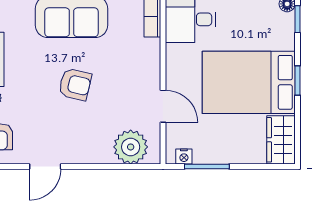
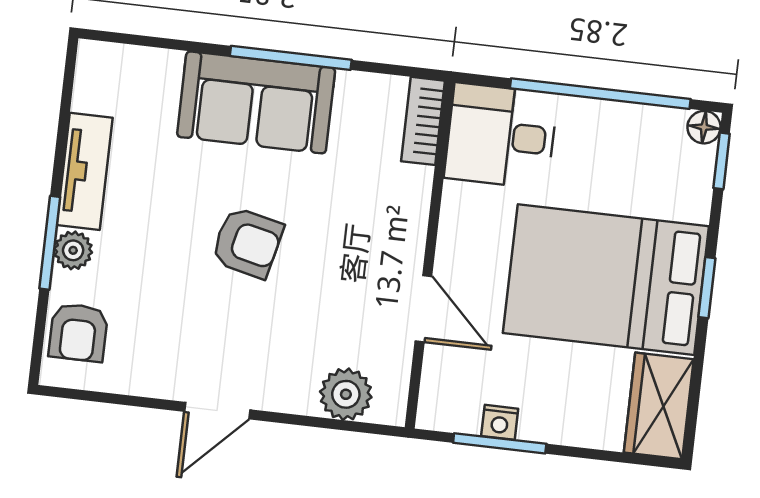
plant: (131, 147) -> (346, 394), width x0.73, depth x0.73
nightstand: (184, 156) -> (500, 422), moved
door: (45, 166) -> (217, 411), moved

